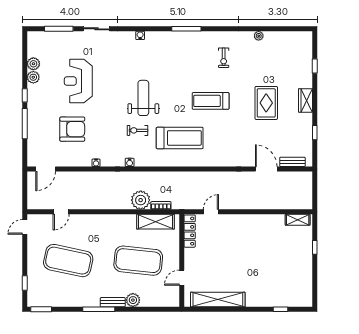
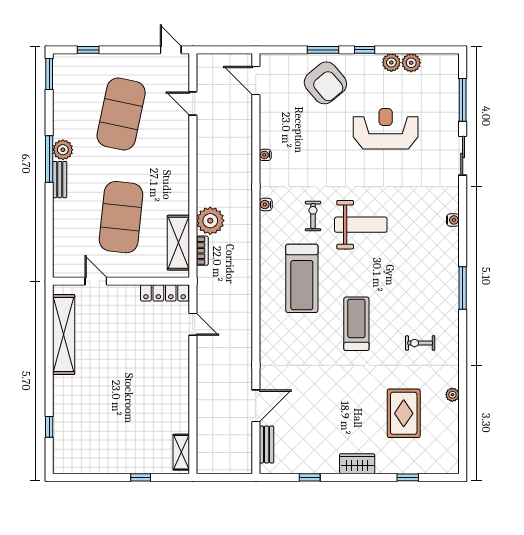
rug: (266, 103) -> (404, 413), moved, turned 90
window: (25, 124) -> (323, 50), width x0.69
armchair: (72, 129) -> (325, 83), moved, turned -40
plant: (133, 300) -> (63, 150), moved

